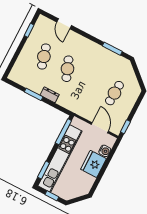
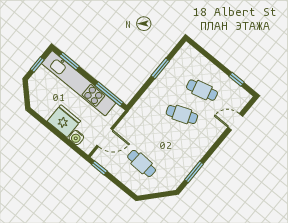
dresser: (50, 95) -> (156, 87), removed

